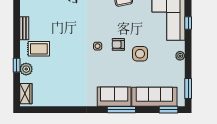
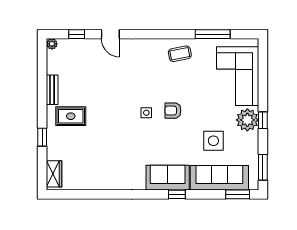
window: (188, 23) -> (263, 120), moved
side table: (140, 54) -> (213, 141), moved
plant: (180, 56) -> (247, 120), width x1.87, depth x1.87
plant: (26, 69) -> (54, 142), removed
window: (121, 110) -> (177, 194), width x0.46

